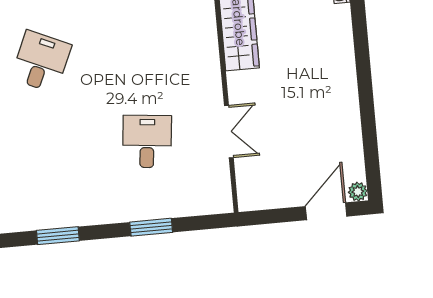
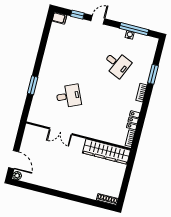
desk: (147, 141) -> (69, 96), turned -30
window: (58, 236) -> (43, 46), removed

